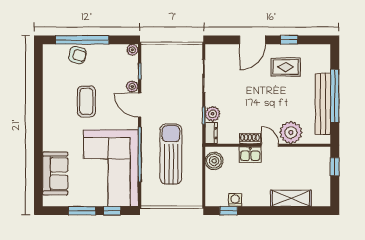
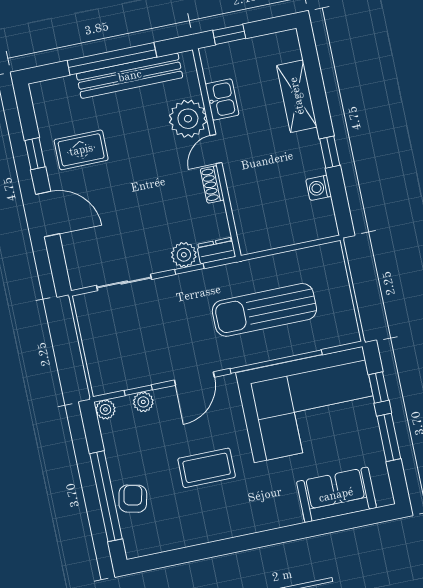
rug: (286, 67) -> (81, 150), turned 90
plant: (132, 86) -> (143, 402), moved
kitchen sink: (250, 155) -> (222, 100), moved
boiler: (214, 161) -> (261, 236), removed
window: (229, 211) -> (330, 152), moved

